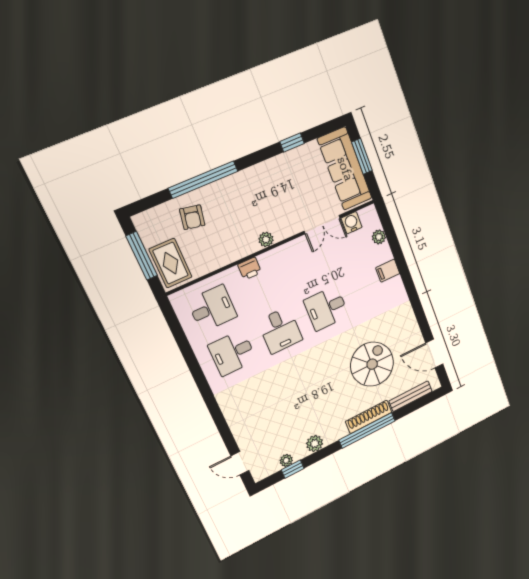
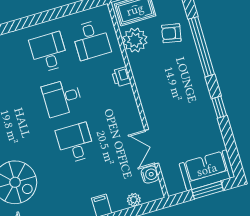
window: (292, 142) -> (219, 107), moved
sofa: (345, 169) -> (207, 170), width x0.73
plant: (266, 239) -> (135, 40), moved, width x1.88, depth x1.88

